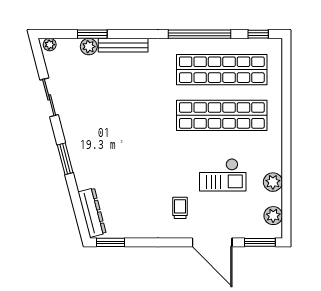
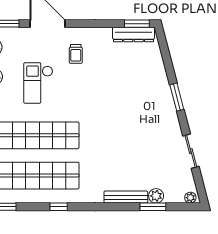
window: (200, 34) -> (59, 207), width x0.32
checkout: (223, 175) -> (38, 83), turned -90
dresser: (92, 213) -> (134, 35), moved, turned -75

